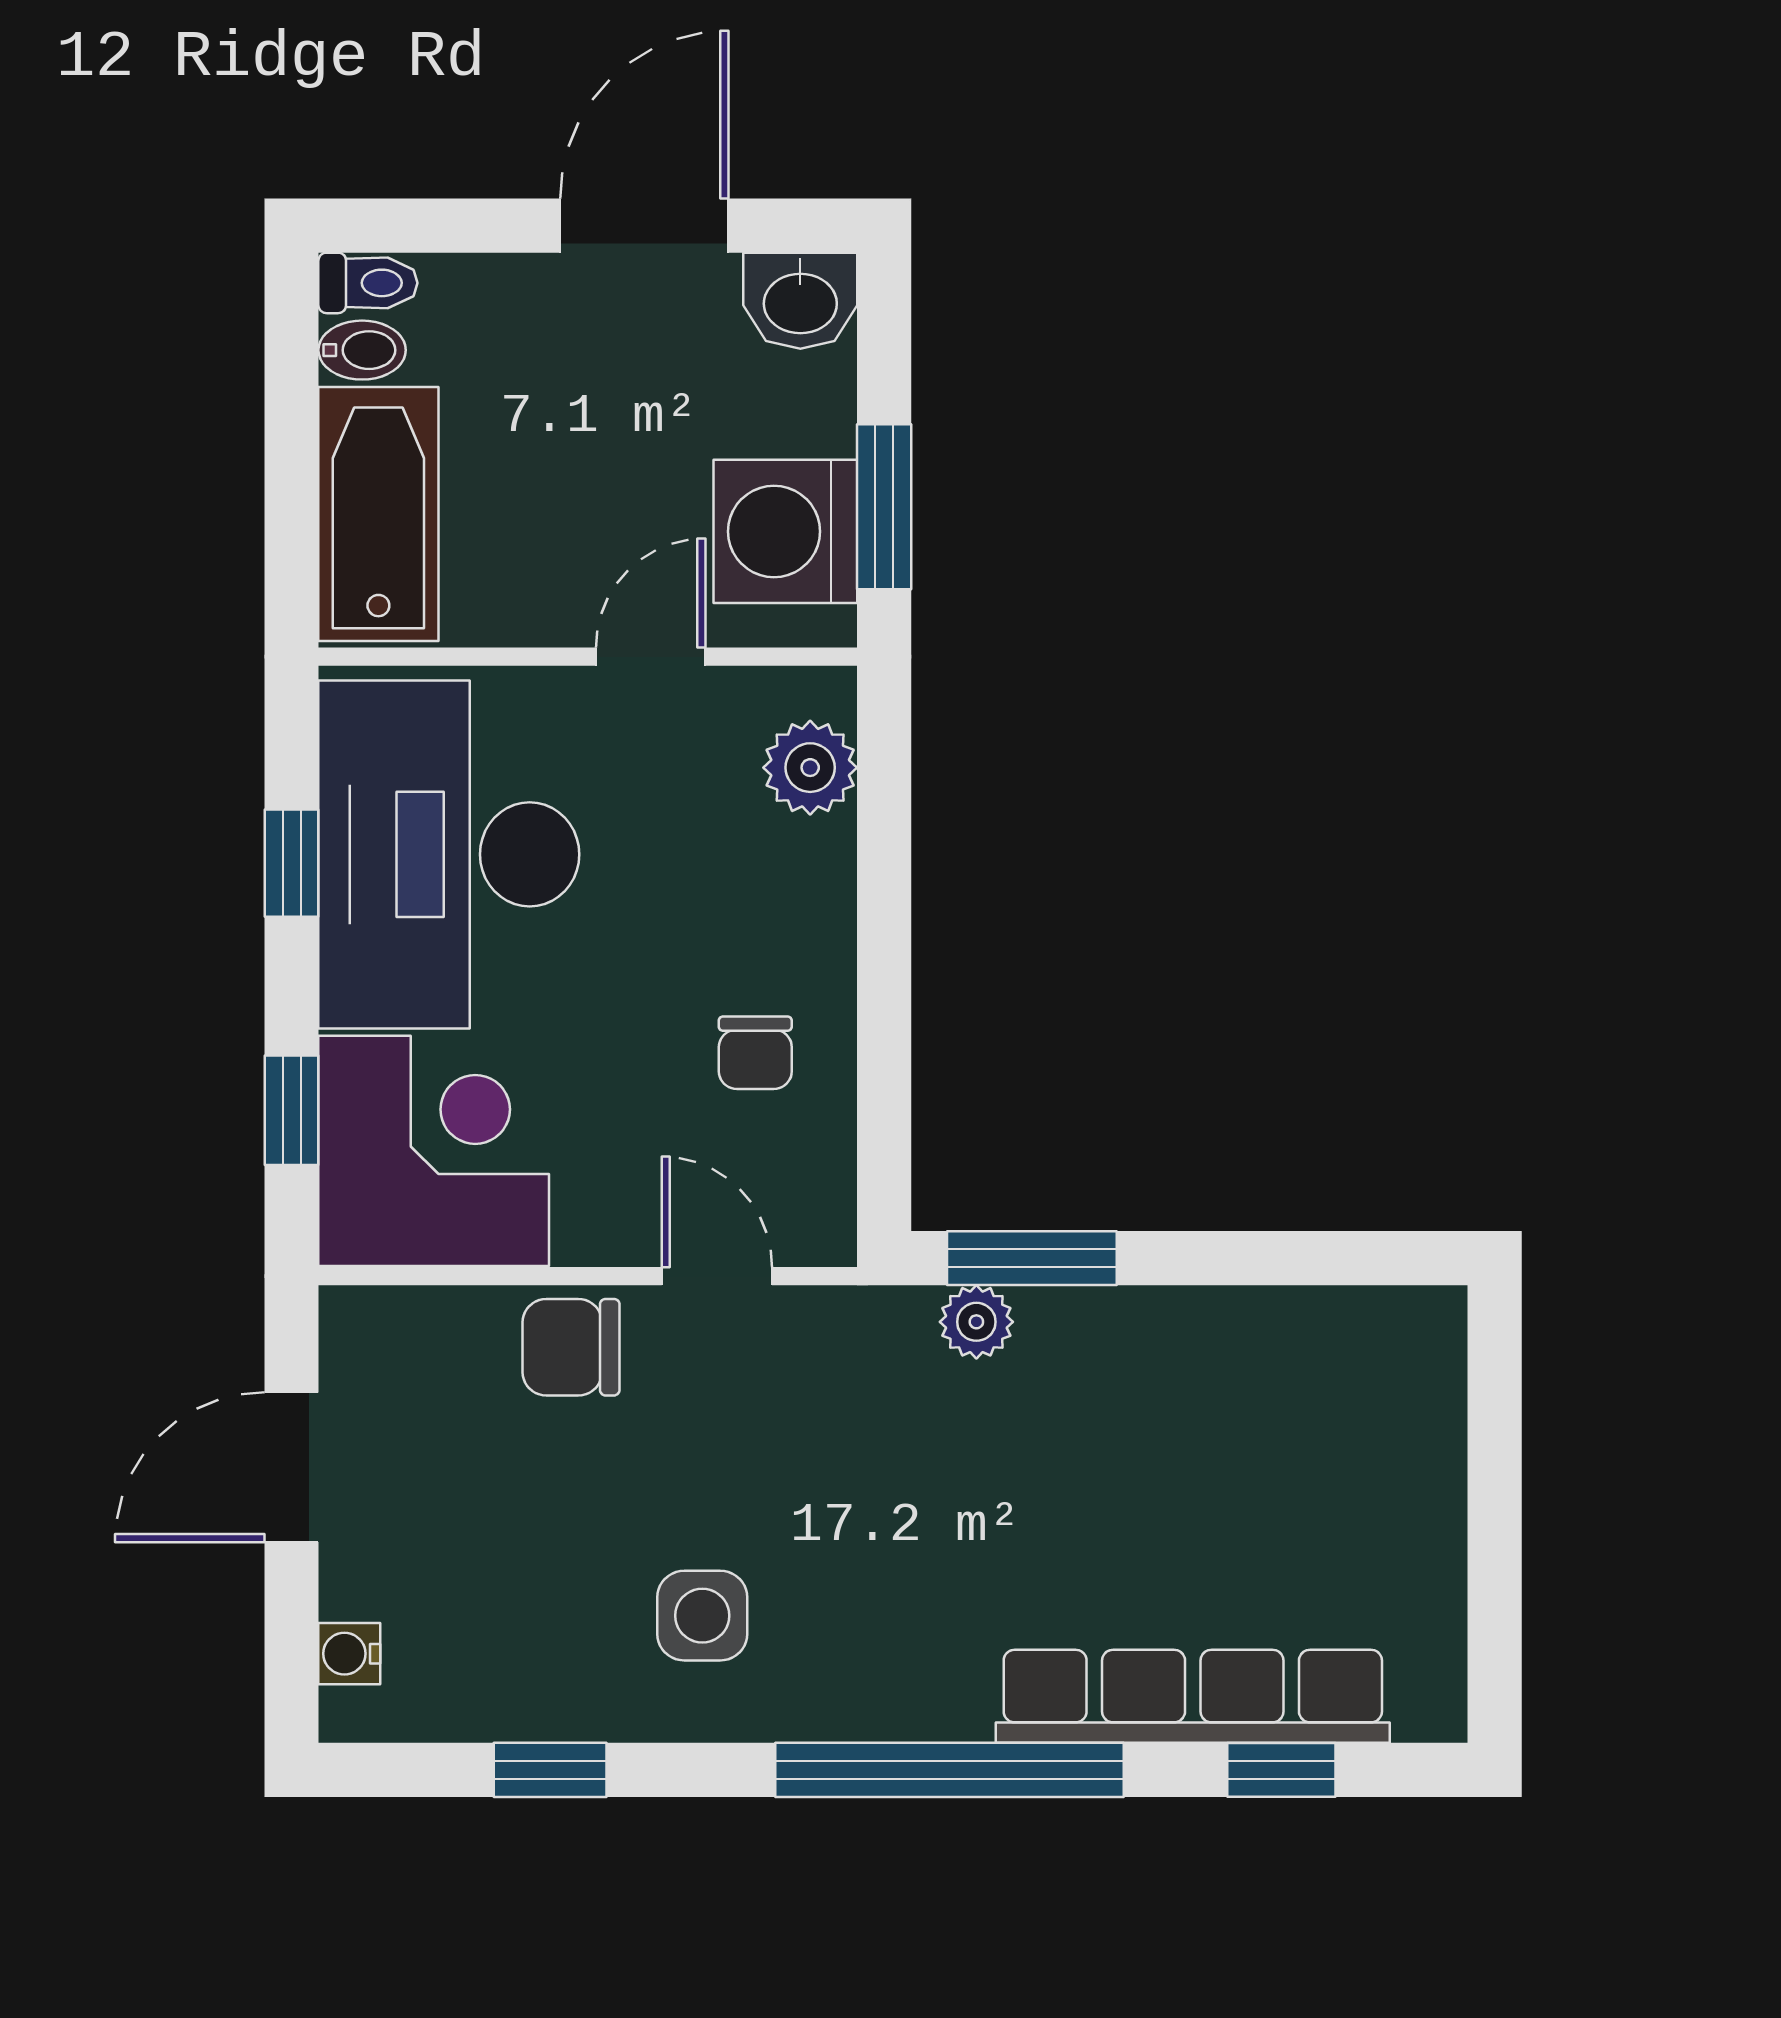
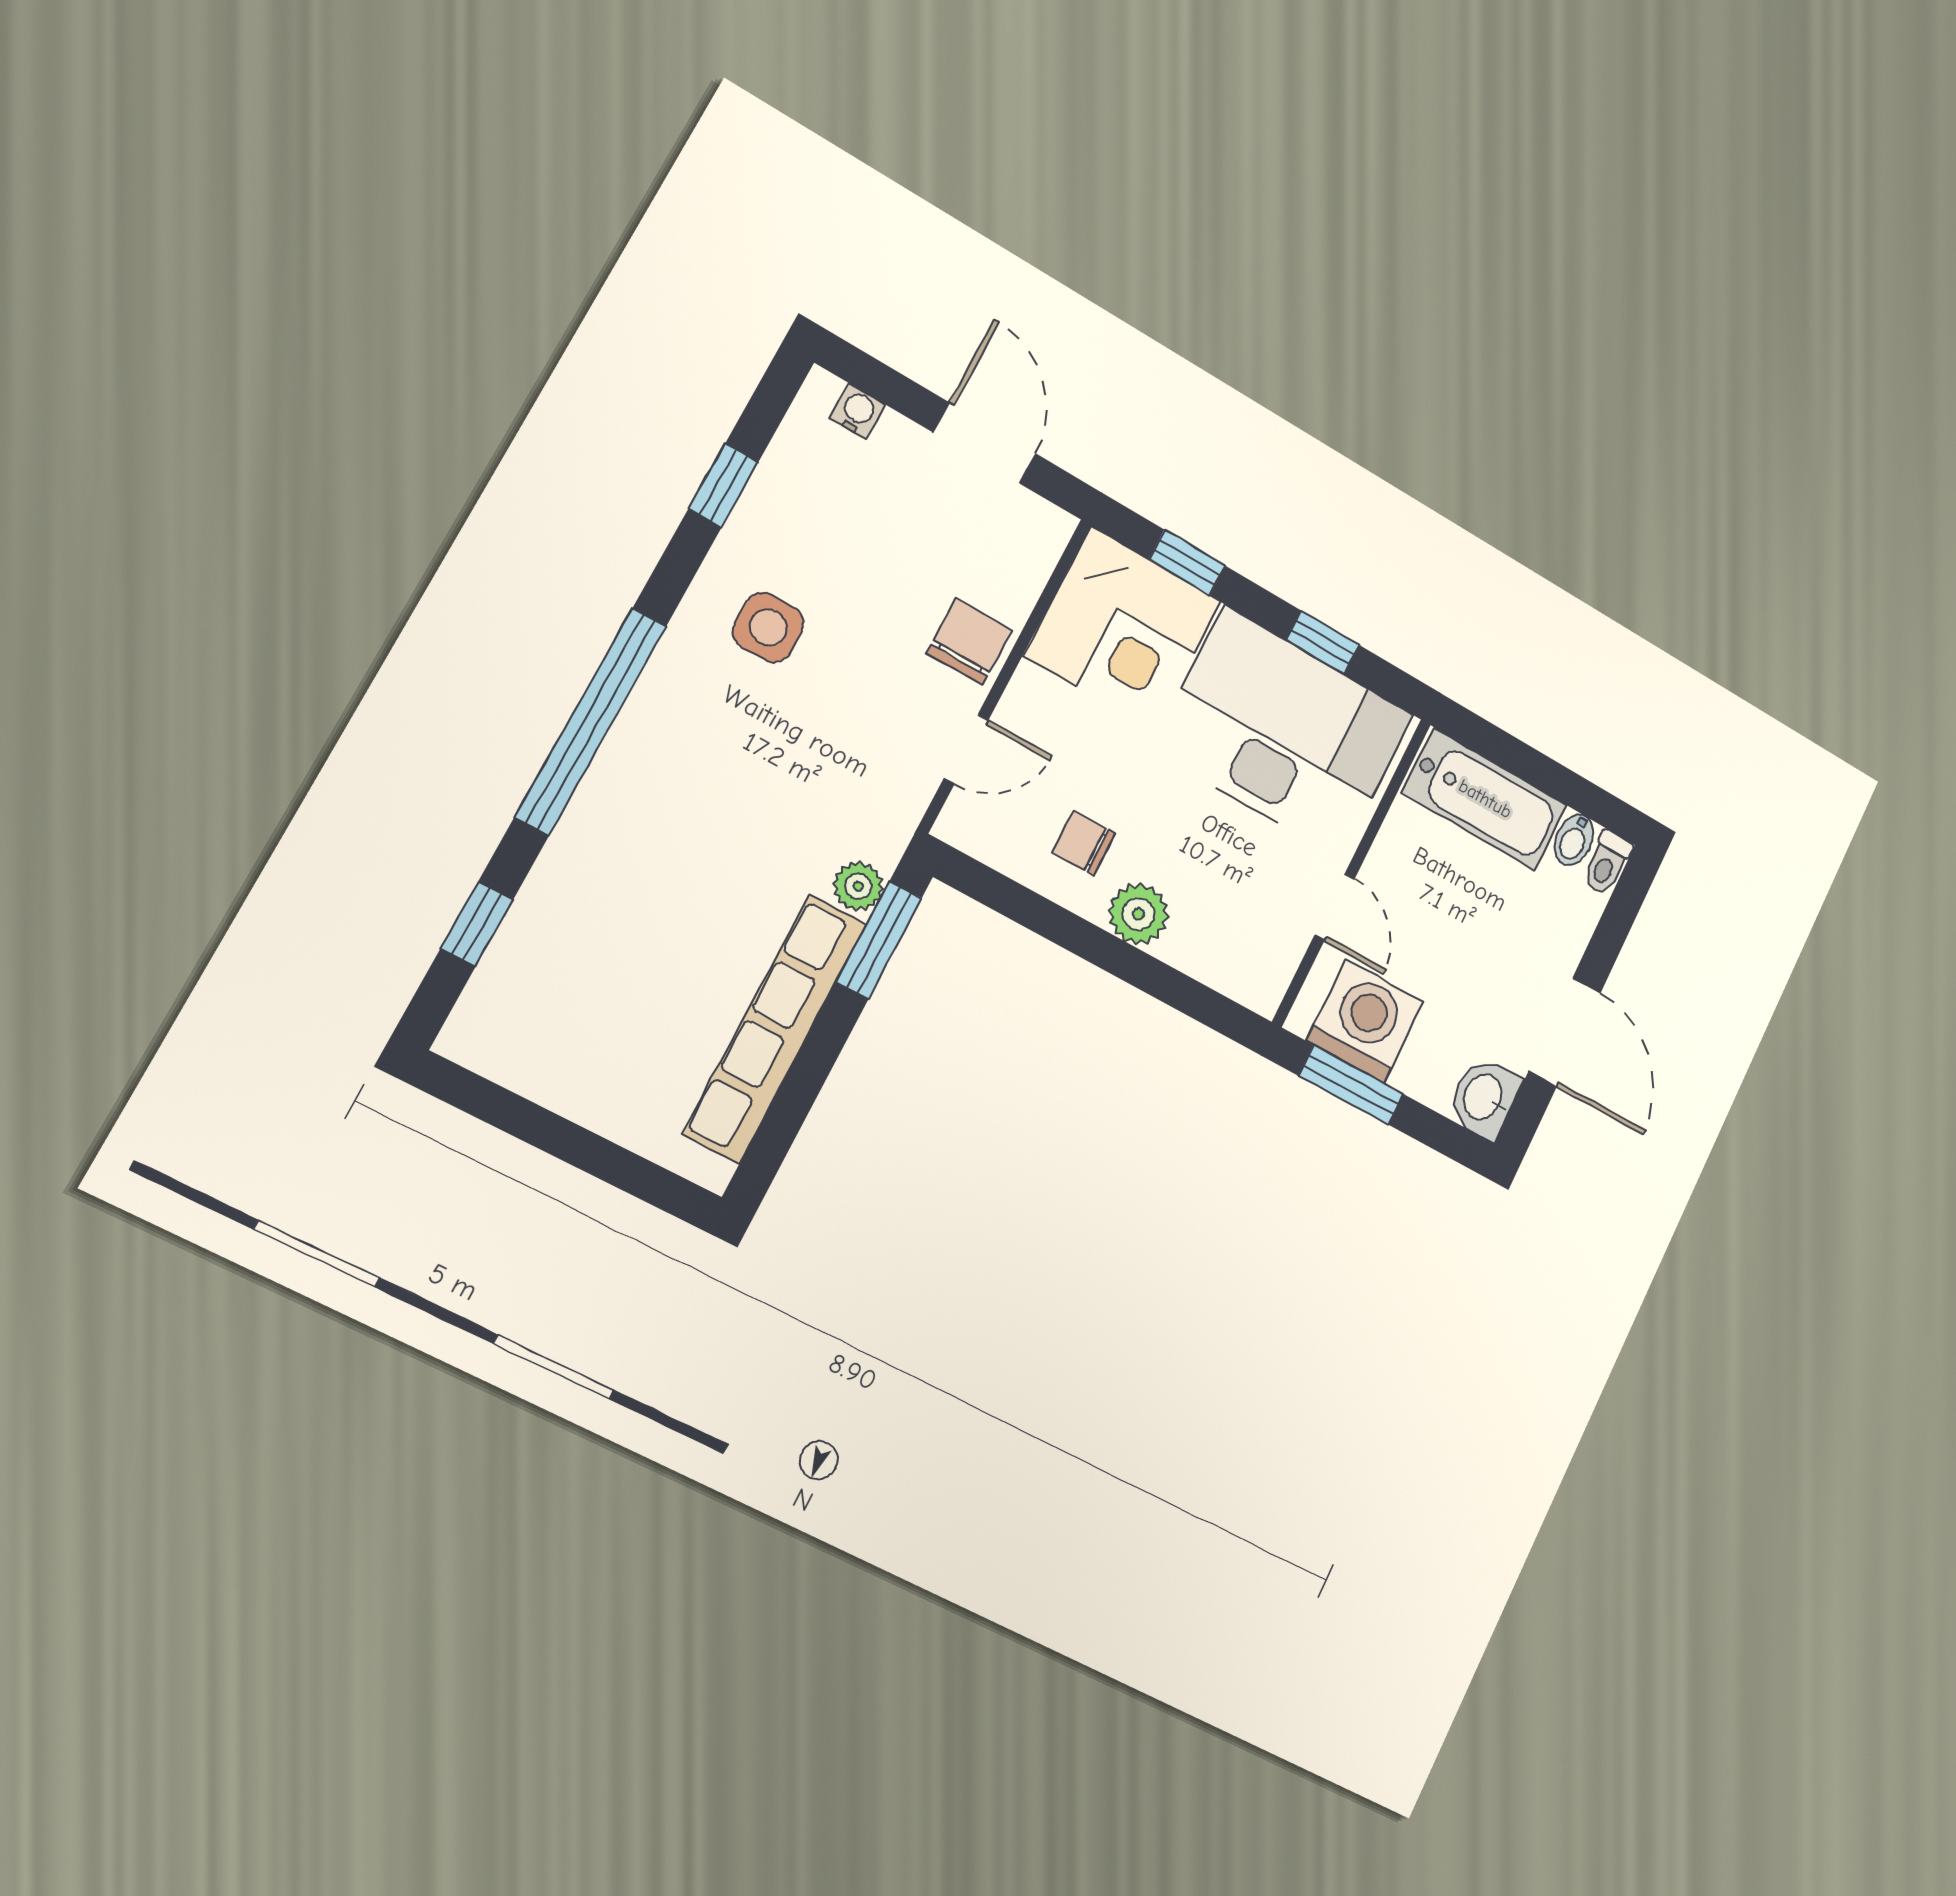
plant: (810, 768) -> (1139, 914), moved
row of seats: (1193, 1696) -> (775, 1028), moved, turned 180

